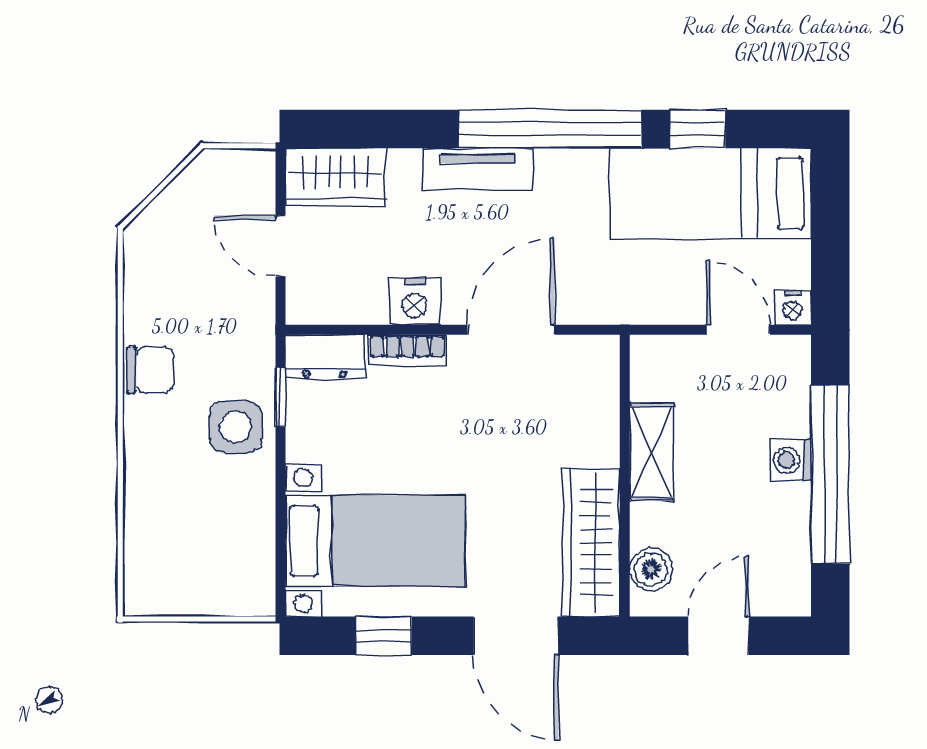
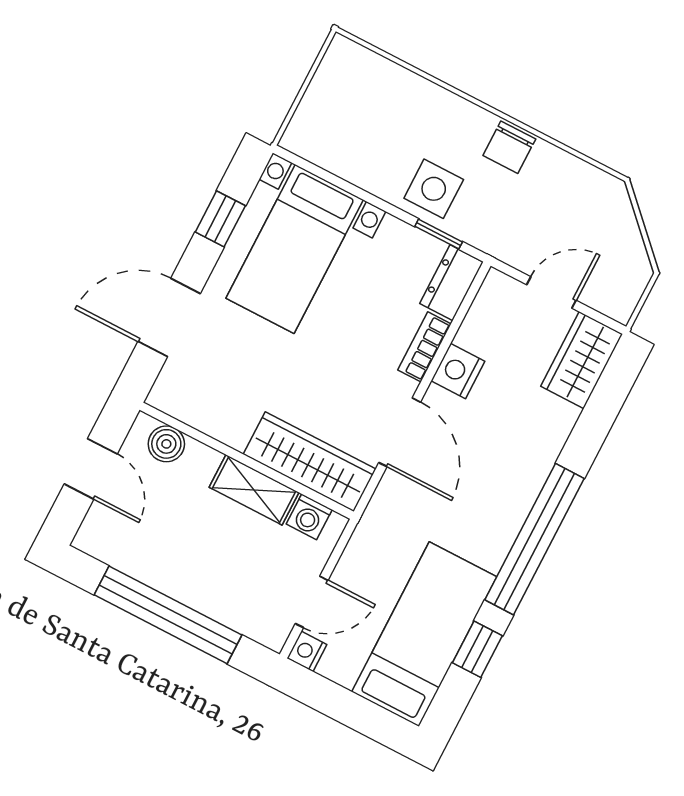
tv unit: (478, 169) -> (532, 470), removed
washing machine: (791, 460) -> (309, 517), moved, turned 180
wardrobe: (591, 542) -> (310, 462), moved

